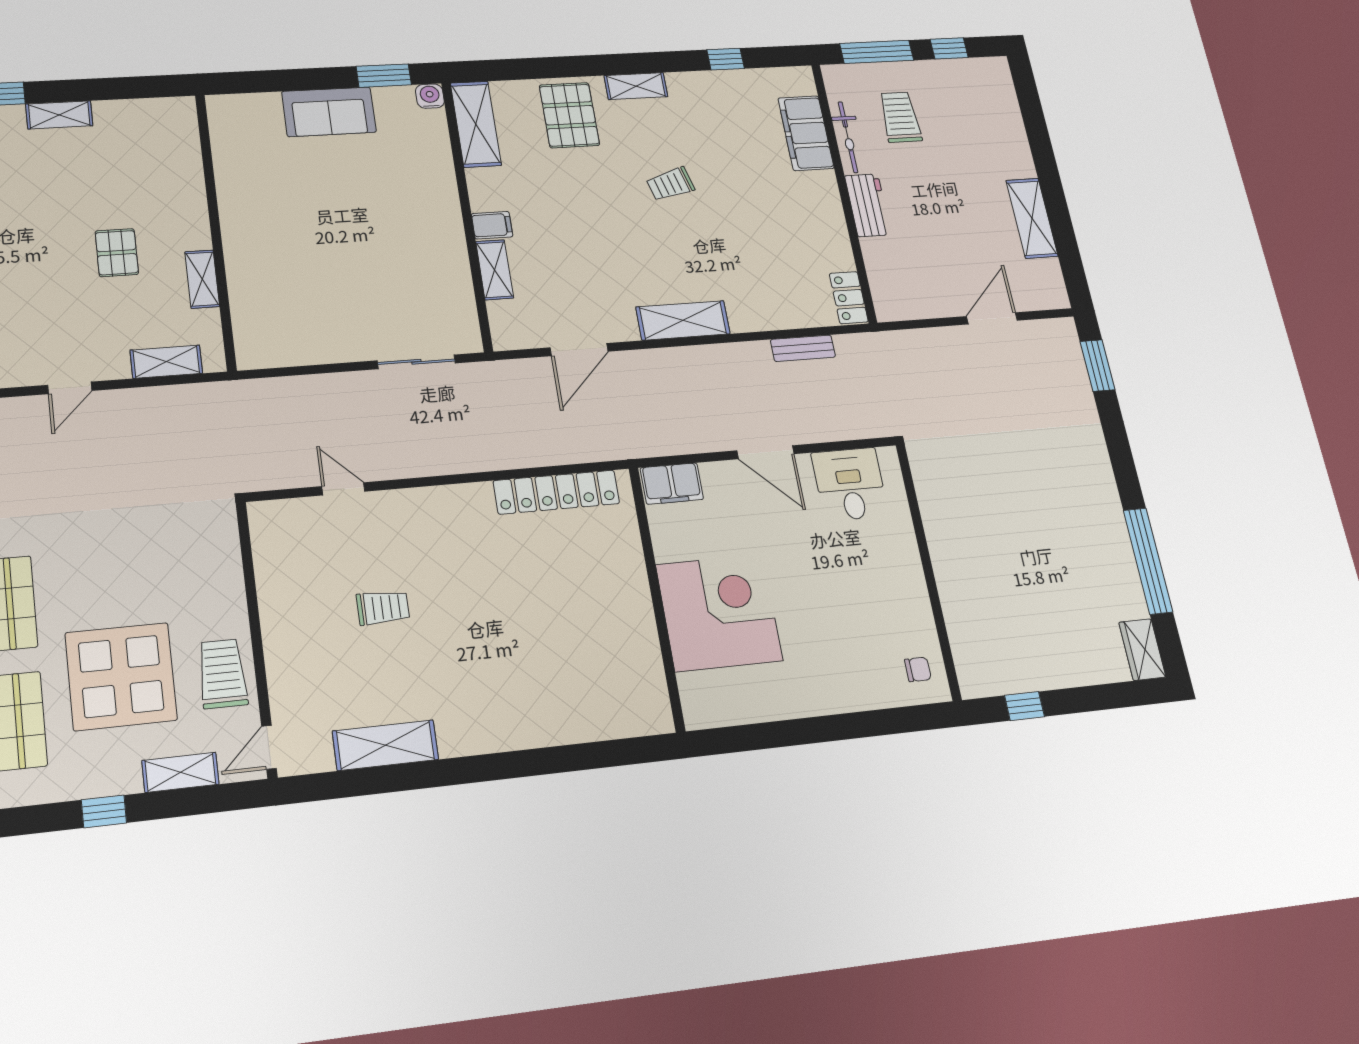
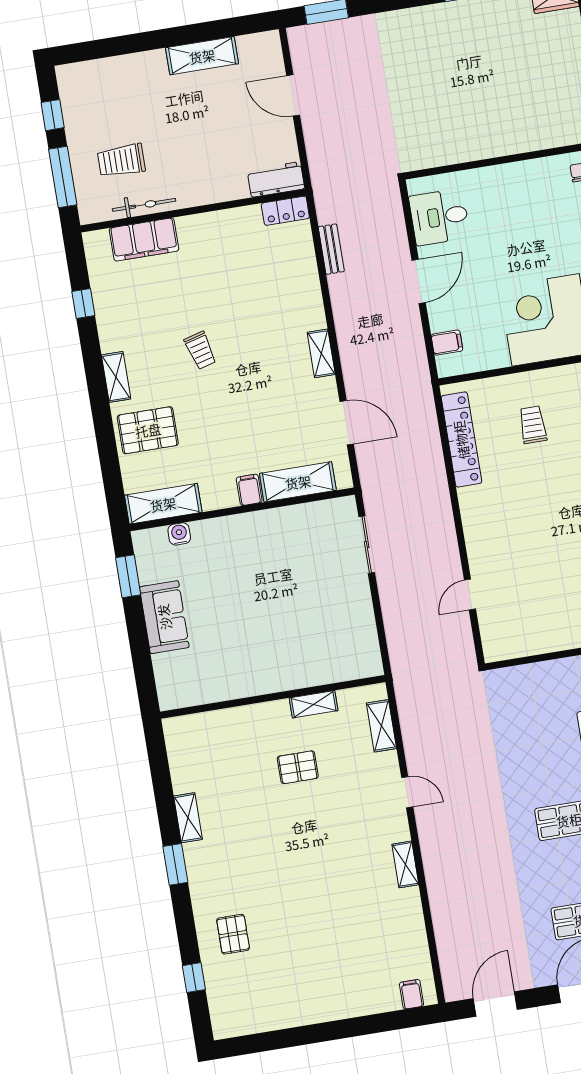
water cooler: (430, 96) -> (179, 534), moved, turned 90
workbench: (868, 205) -> (276, 179), moved
shelving: (495, 270) -> (298, 482), width x1.50, depth x1.33
shelving: (683, 320) -> (321, 353), width x0.67, depth x0.75
filing cabinet: (672, 484) -> (447, 343), width x0.50
trolley: (383, 608) -> (533, 425), moved

